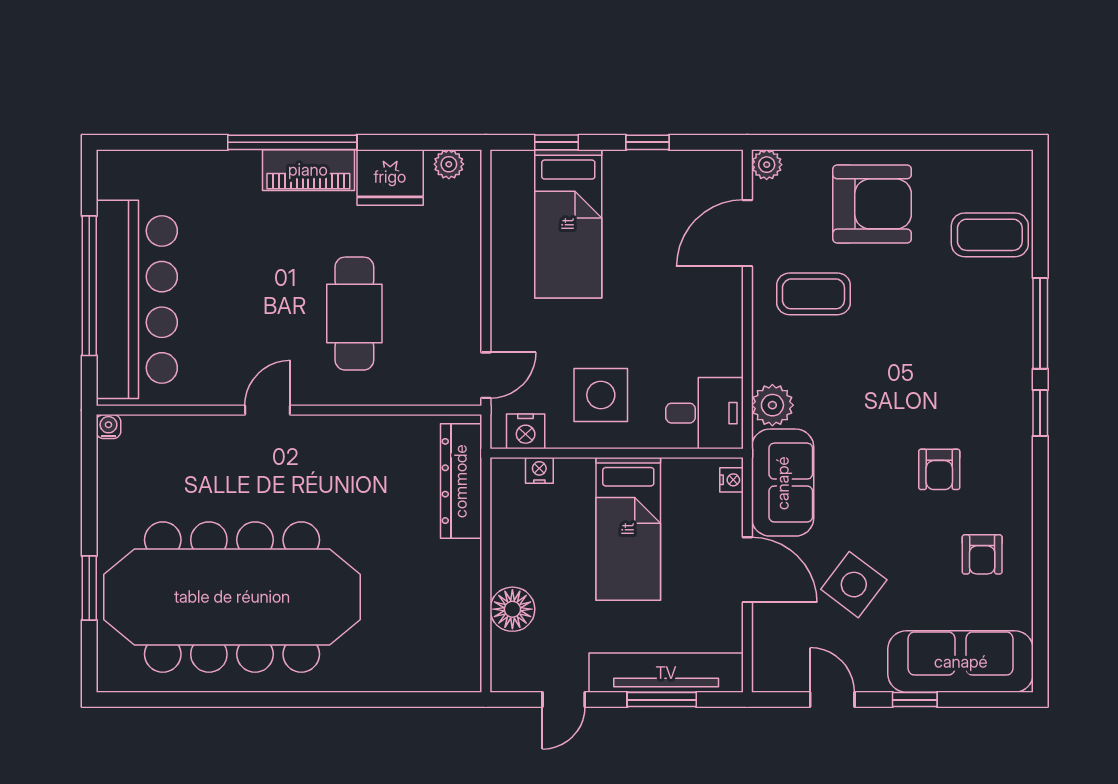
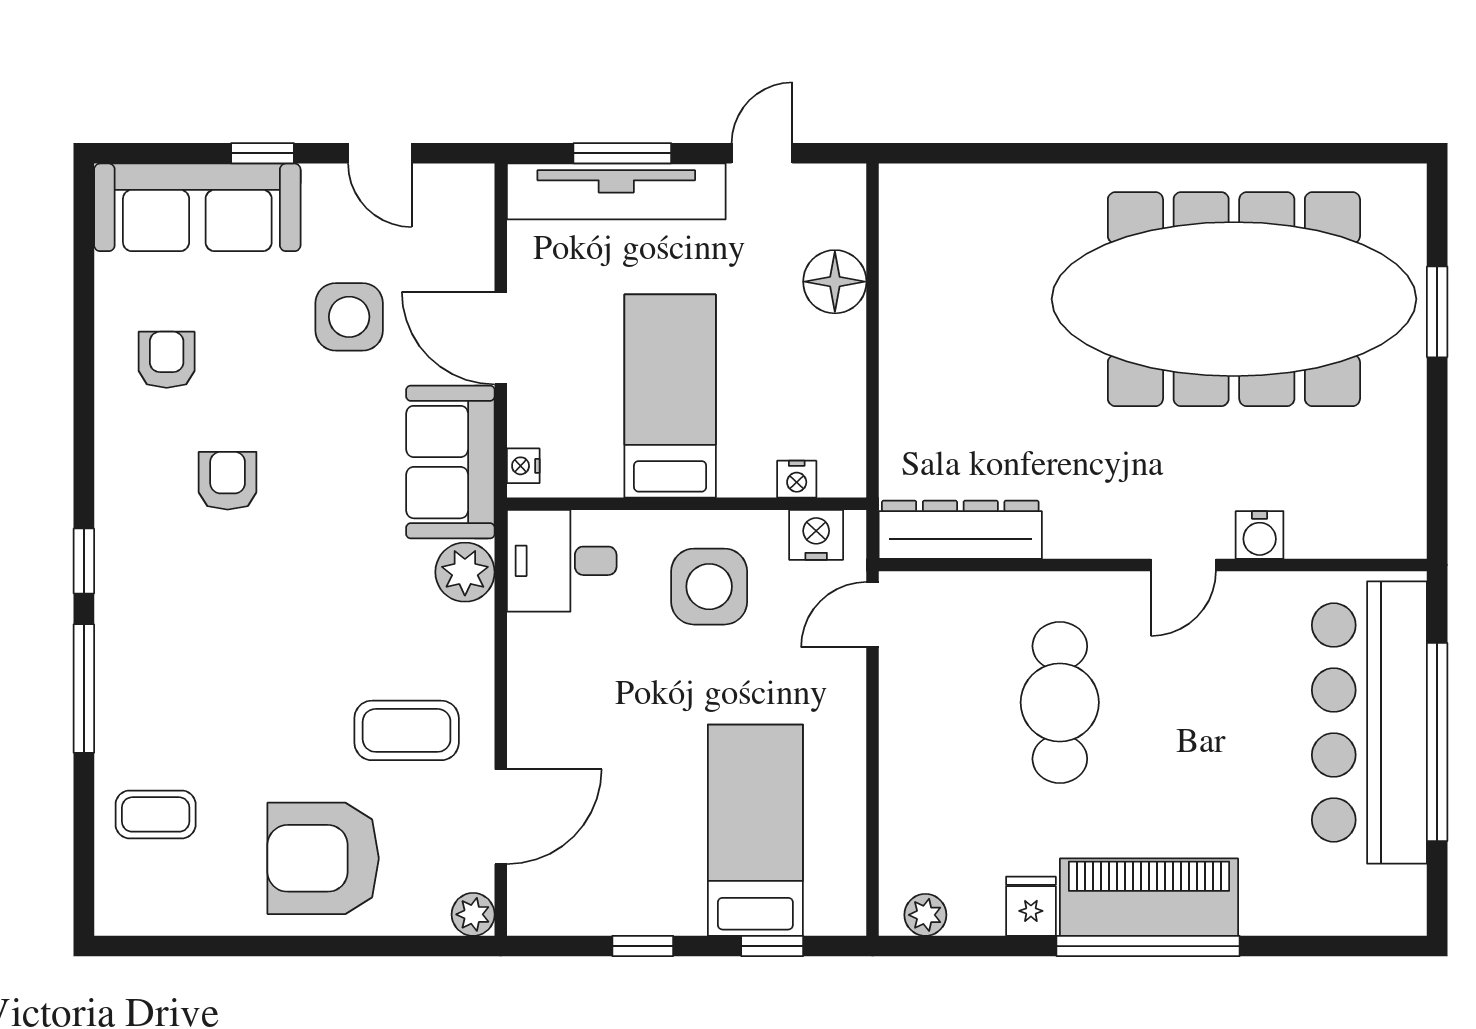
piano: (308, 170) -> (1149, 897), width x1.37, depth x1.33
fridge: (390, 177) -> (1031, 906), width x0.53, depth x0.75
coffee table: (990, 235) -> (156, 814), width x0.73, depth x0.77
water cooler: (108, 427) -> (1260, 535), moved, width x1.38, depth x1.38
dresser: (461, 481) -> (960, 530), moved, turned -90
side table: (854, 585) -> (349, 317), turned -37

